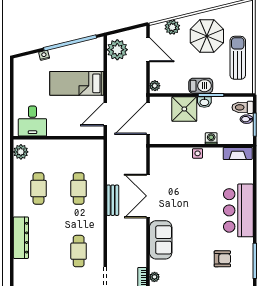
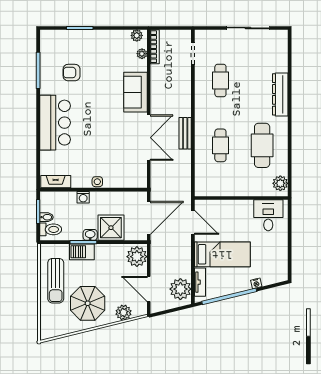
tv unit: (98, 56) -> (200, 282), added
plant: (155, 86) -> (137, 257), width x1.88, depth x1.88
barbecue: (201, 86) -> (82, 252), moved
door: (105, 114) -> (193, 222), hinge flipped
cafe table: (38, 188) -> (262, 145), width x1.37, depth x1.35

